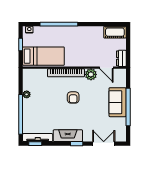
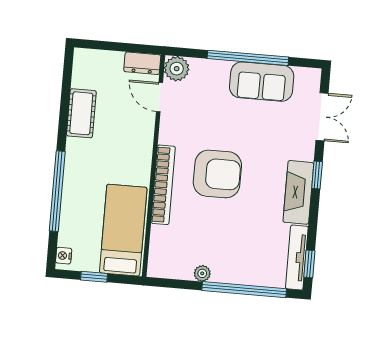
cot: (115, 32) -> (81, 113), moved
door: (106, 68) -> (159, 97), swing flipped
plant: (91, 74) -> (177, 69), moved
armchair: (73, 97) -> (217, 174), width x1.88, depth x1.88
sofa: (118, 102) -> (262, 82), moved
double door: (104, 144) -> (322, 117), swing flipped

